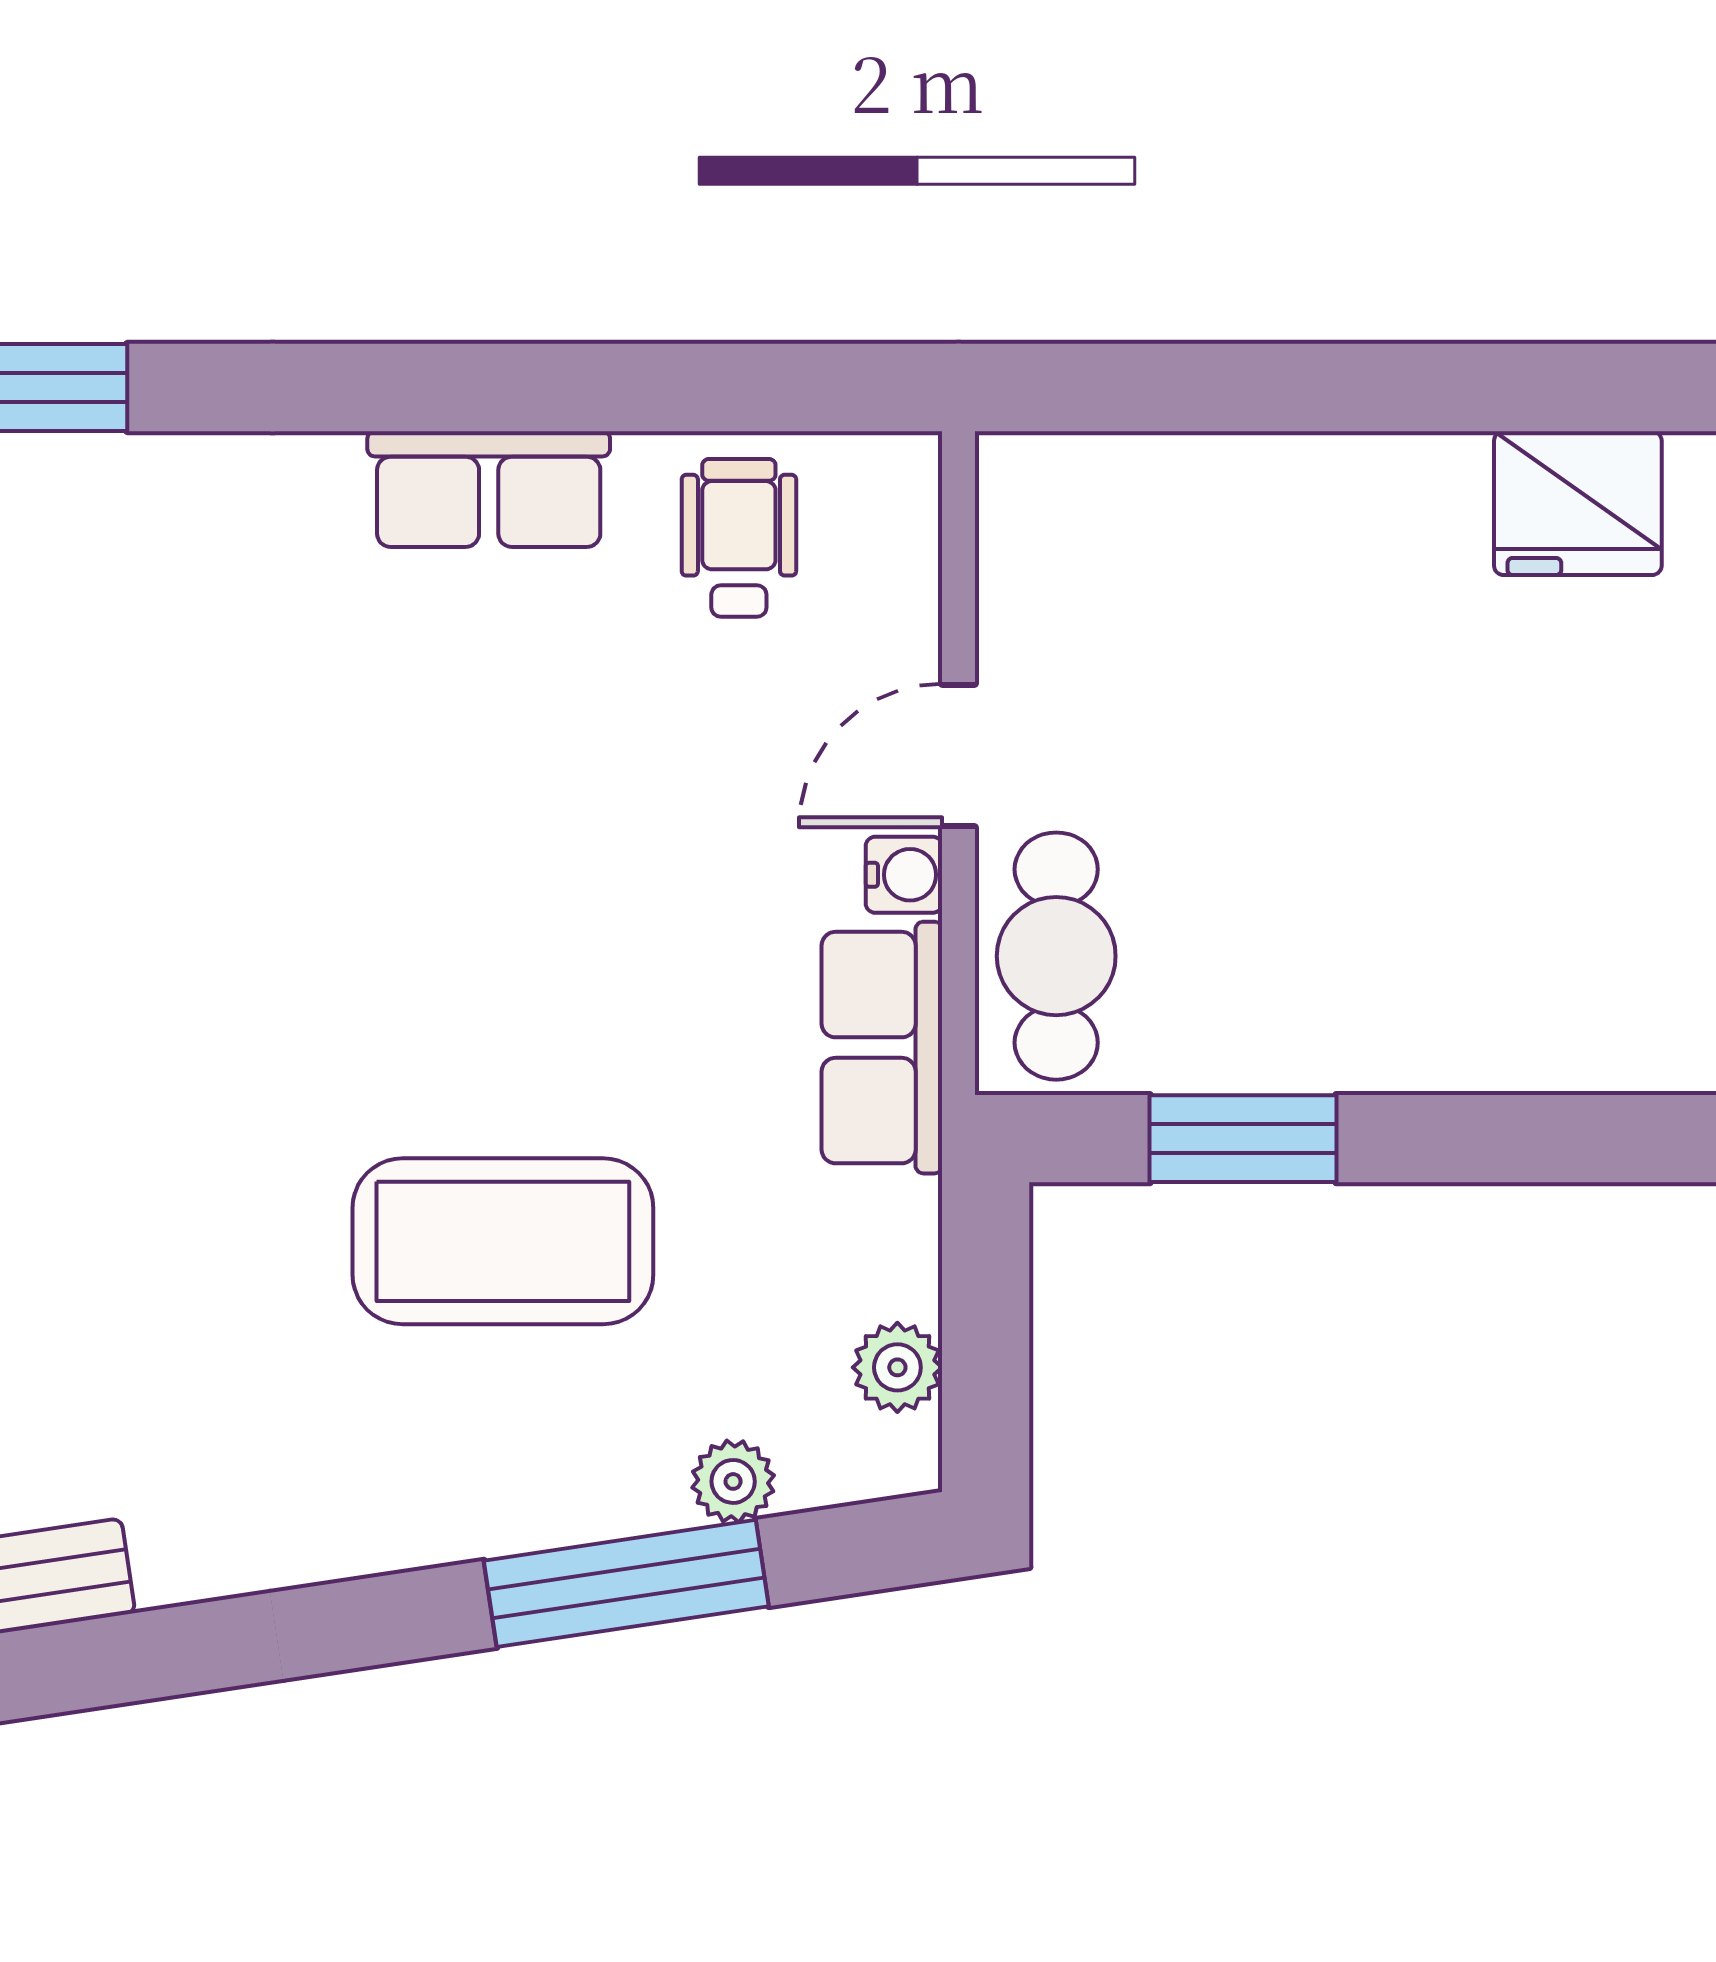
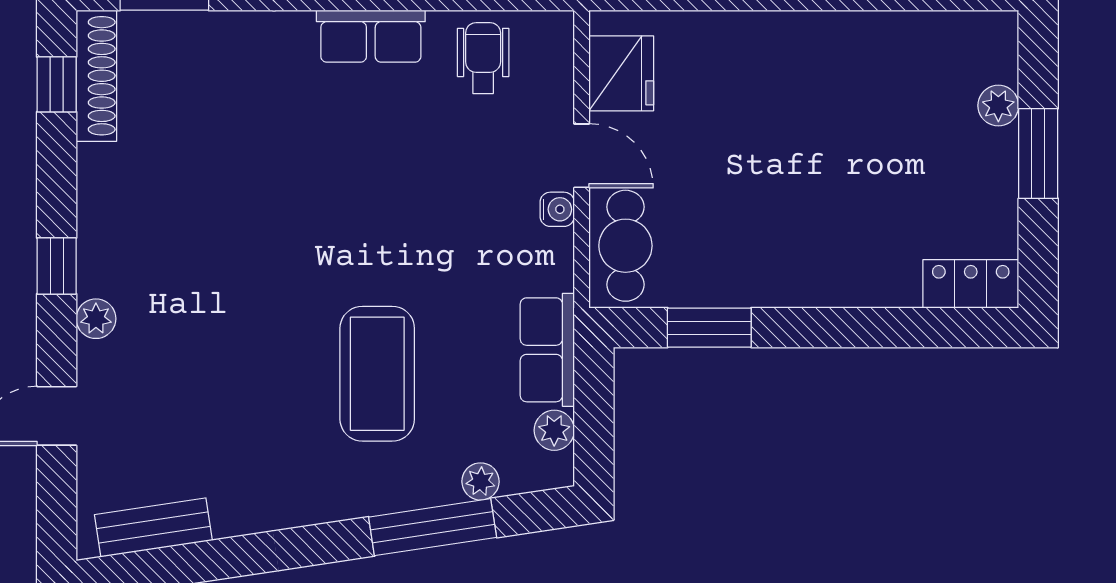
fridge: (1578, 503) -> (621, 73), moved, turned -90
door: (958, 756) -> (582, 156), swing flipped
row of seats: (882, 1048) -> (547, 350), moved
coffee table: (503, 1241) -> (377, 374), turned 90

